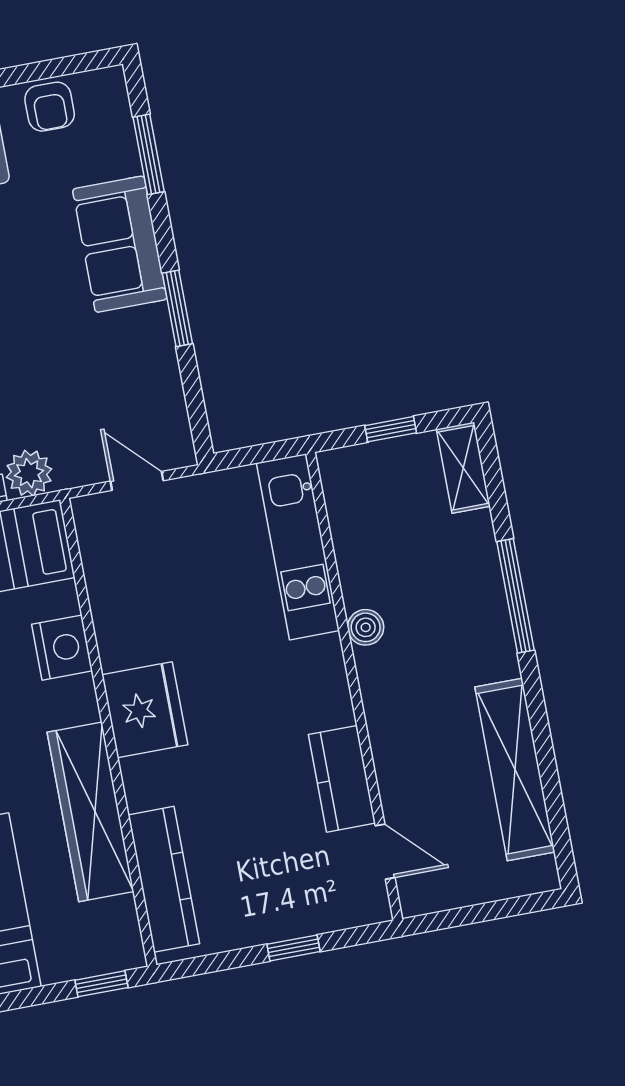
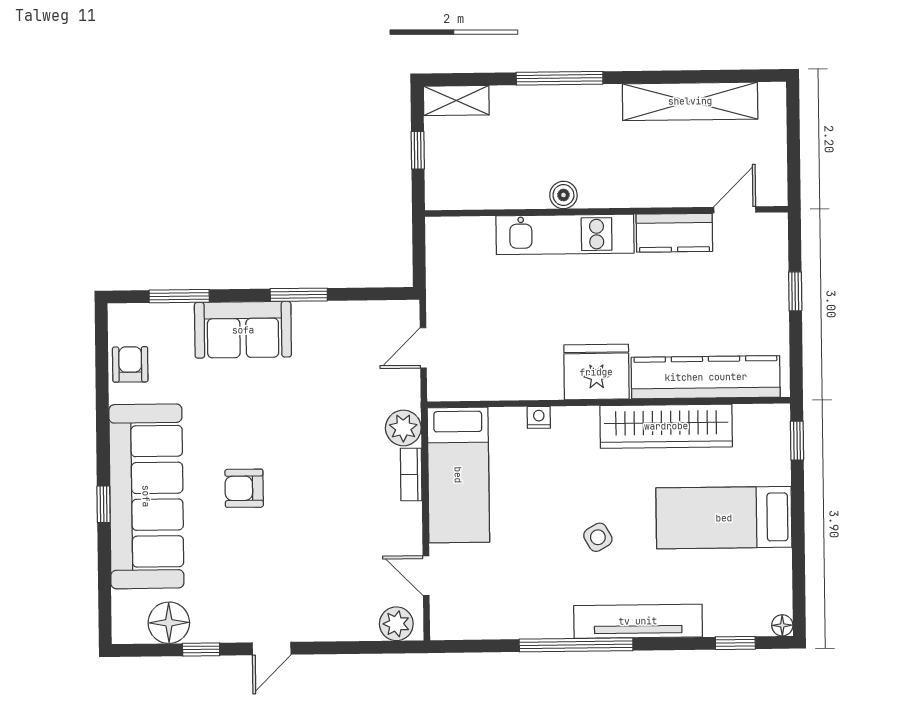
armchair: (50, 107) -> (130, 364), turned -90
kitchen unit: (298, 547) -> (565, 234), moved
nightstand: (62, 648) -> (539, 417), width x0.53, depth x0.56
kitchen counter: (164, 879) -> (706, 377), width x1.39, depth x1.17

